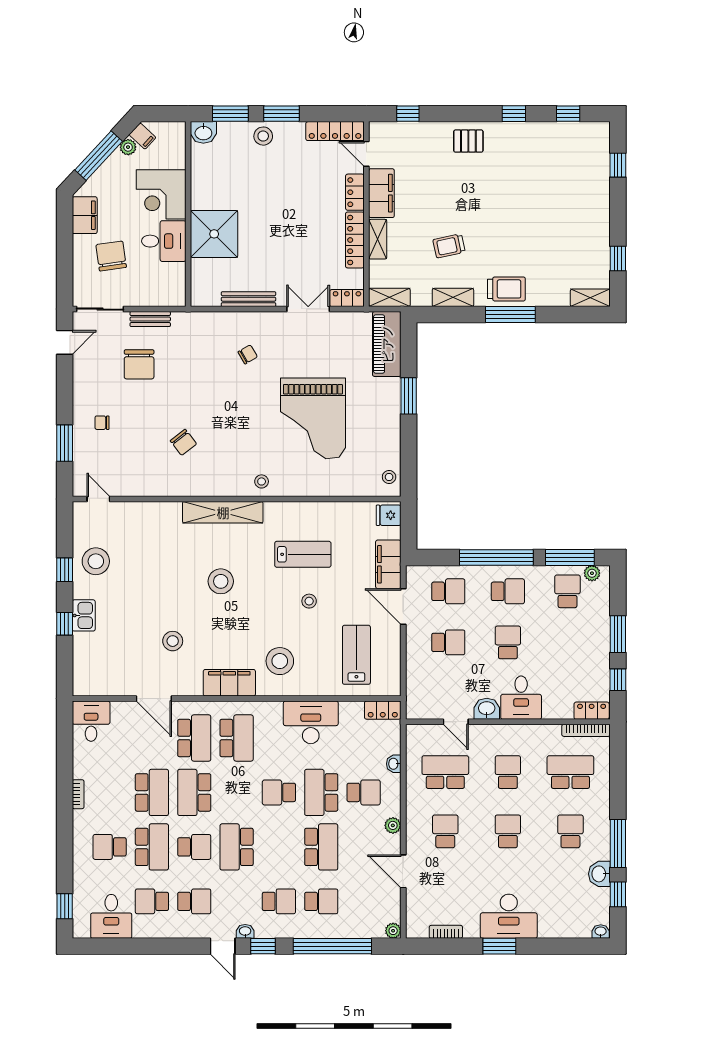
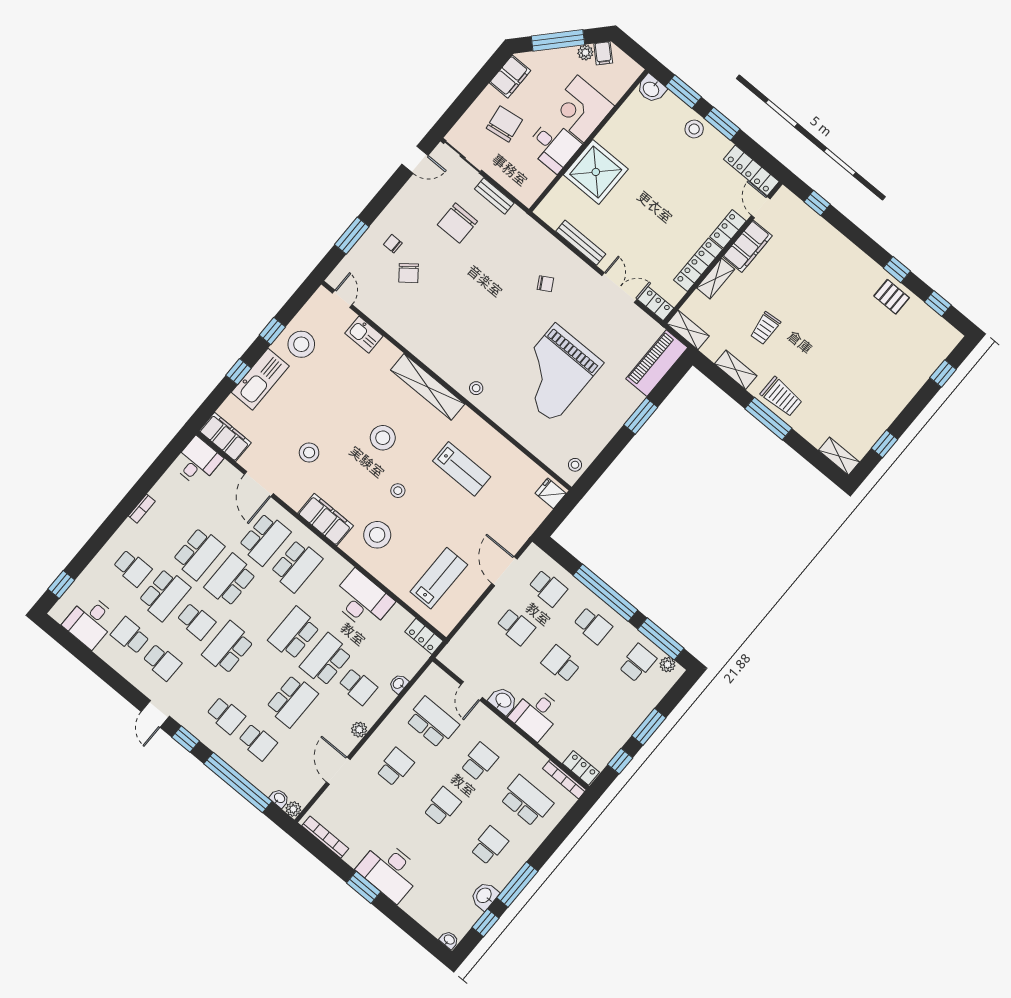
pallet: (468, 141) -> (892, 297), moved
trolley: (449, 246) -> (765, 328), turned -83
chair: (183, 442) -> (409, 273), moved
kitchen sink: (139, 513) -> (364, 335), added
filing cabinet: (388, 564) -> (225, 437), moved, turned 90
stool: (309, 601) -> (398, 491), moved
kitchen sink: (84, 615) -> (260, 379), width x1.88, depth x1.24
school desk: (508, 642) -> (561, 664), turned -90
school desk: (279, 792) -> (294, 633), width x1.85
school desk: (110, 847) -> (132, 568), turned 180
washbasin: (245, 931) -> (279, 798), moved
bookcase: (446, 932) -> (325, 837), width x1.56

